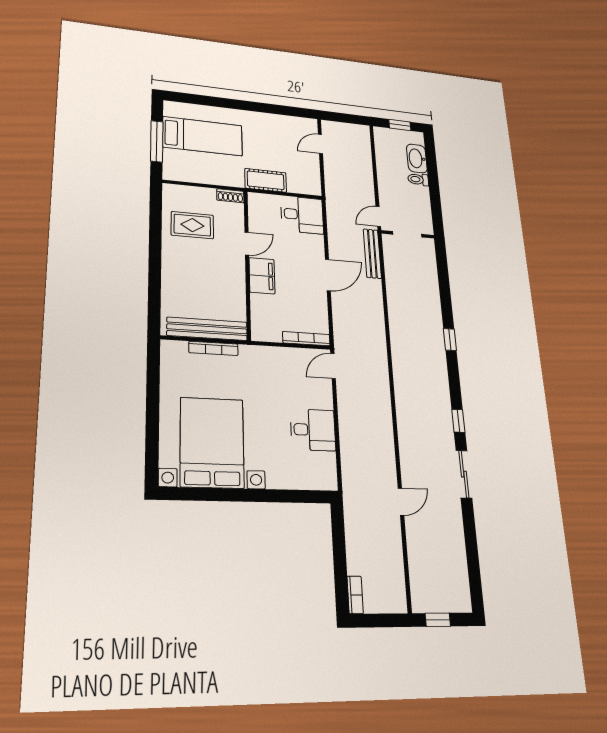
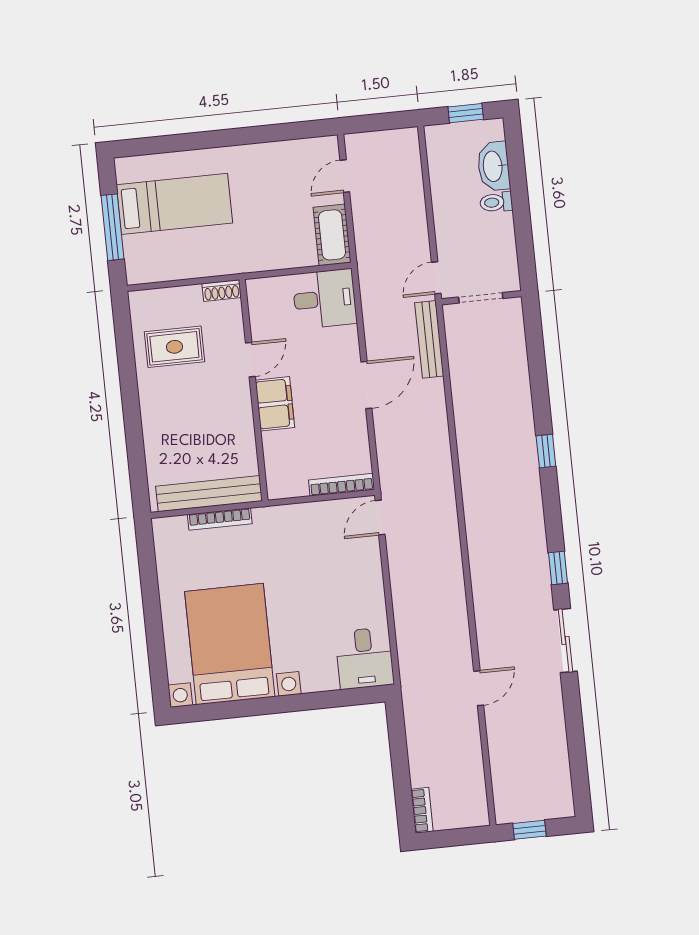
cot: (266, 180) -> (332, 235), moved, turned 90
desk: (313, 430) -> (365, 658), moved, turned 90

